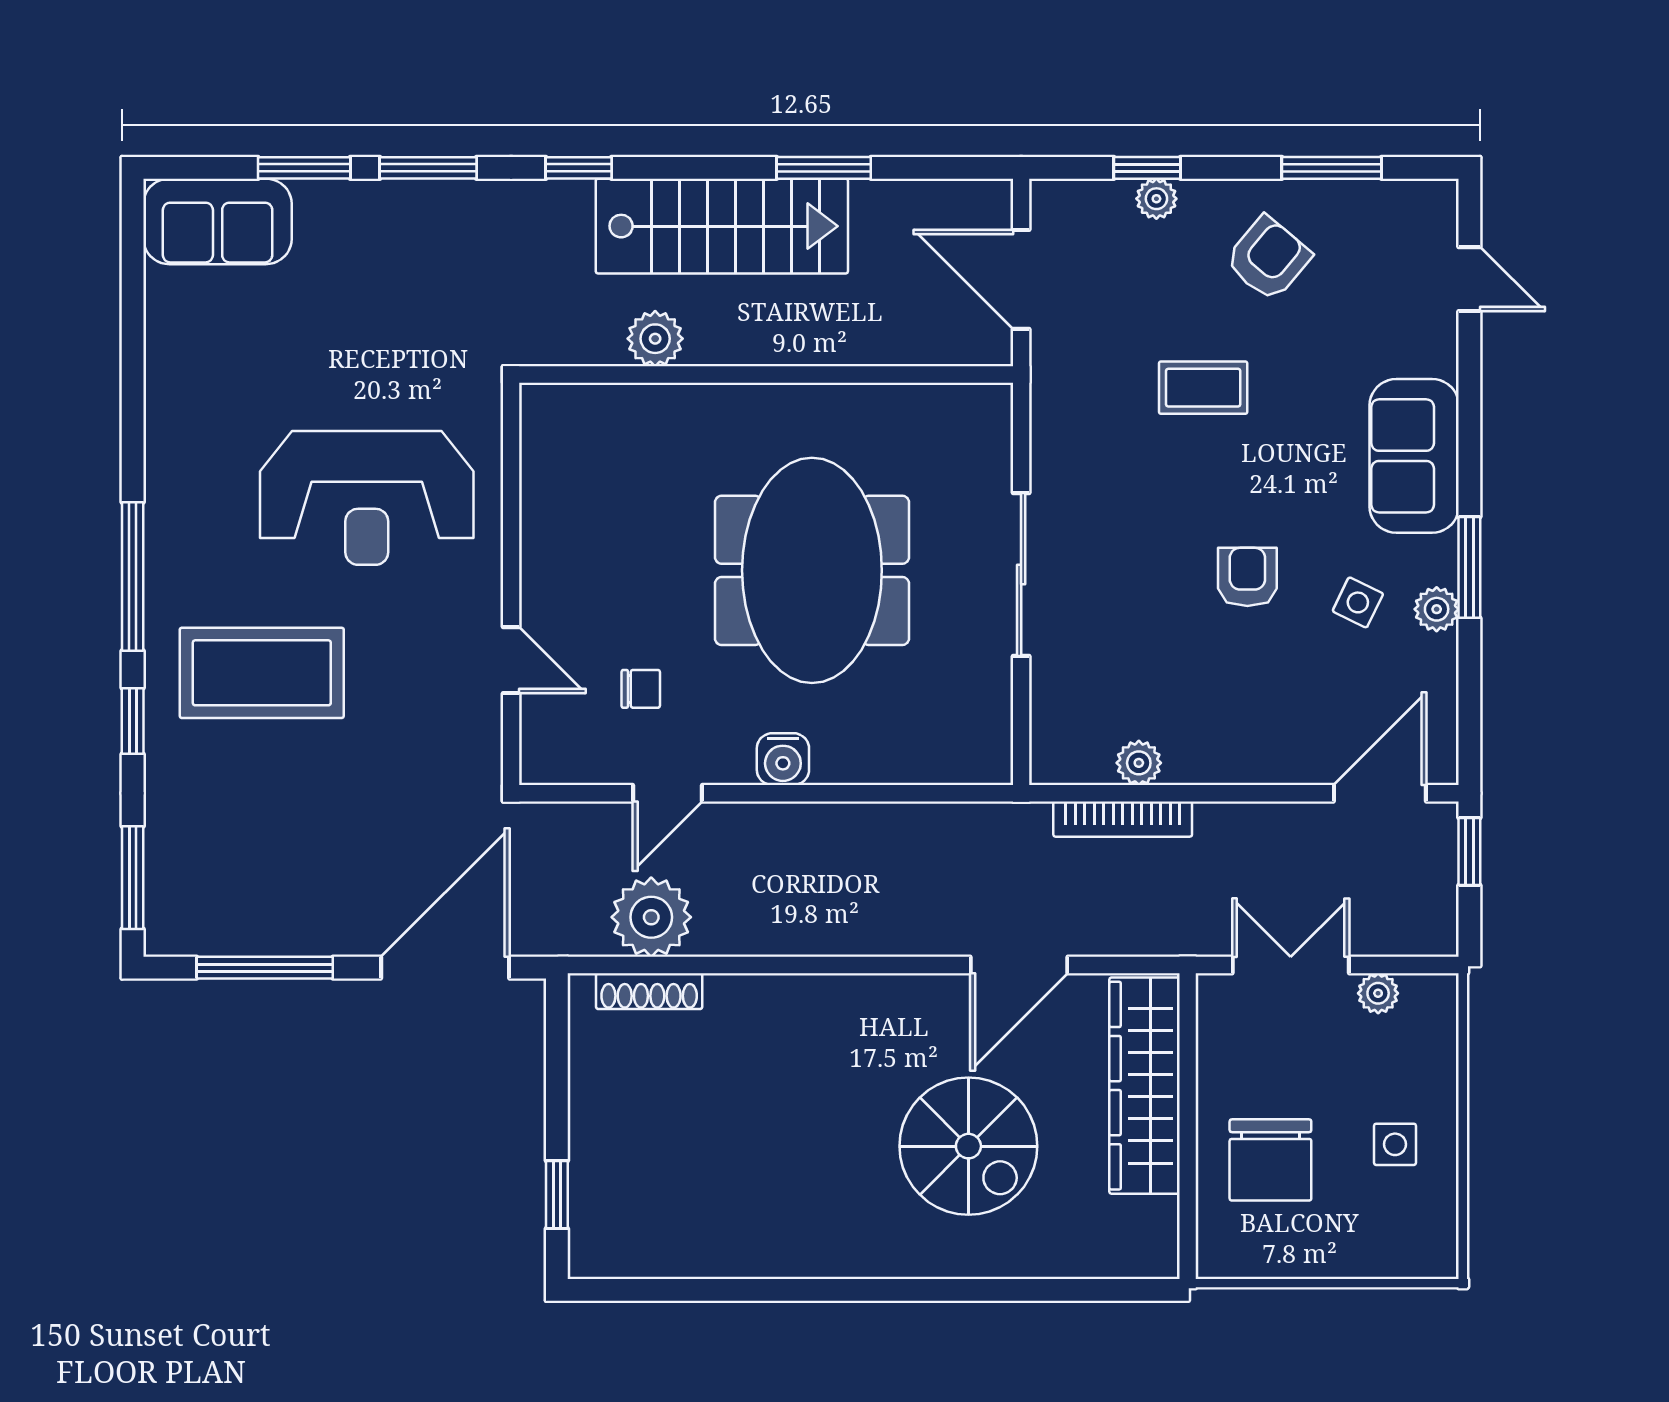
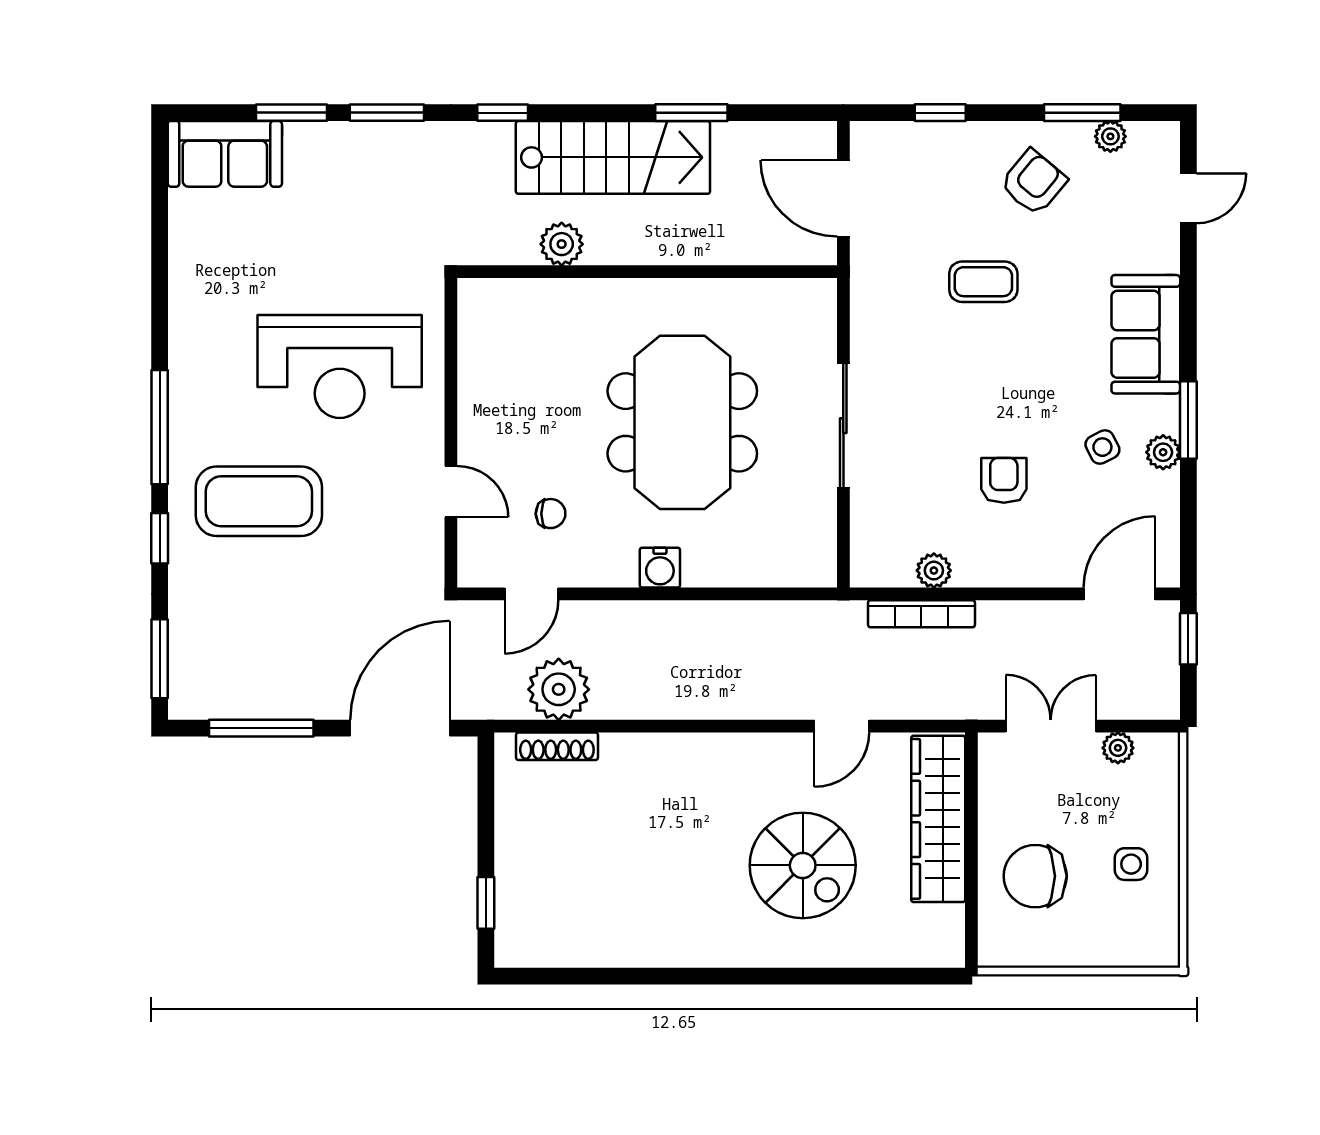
plant: (1156, 199) -> (1110, 136), moved
door: (1469, 279) -> (1188, 198), hinge flipped
armchair: (1247, 577) -> (1004, 480), moved
side table: (1358, 602) -> (1102, 447), turned 37
door: (668, 793) -> (531, 594), moved
door: (1019, 965) -> (842, 726), width x0.73
chair: (1270, 1160) -> (1035, 876), turned 90

